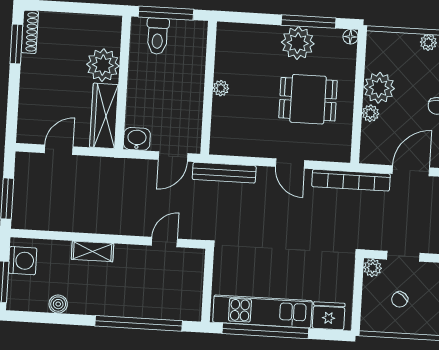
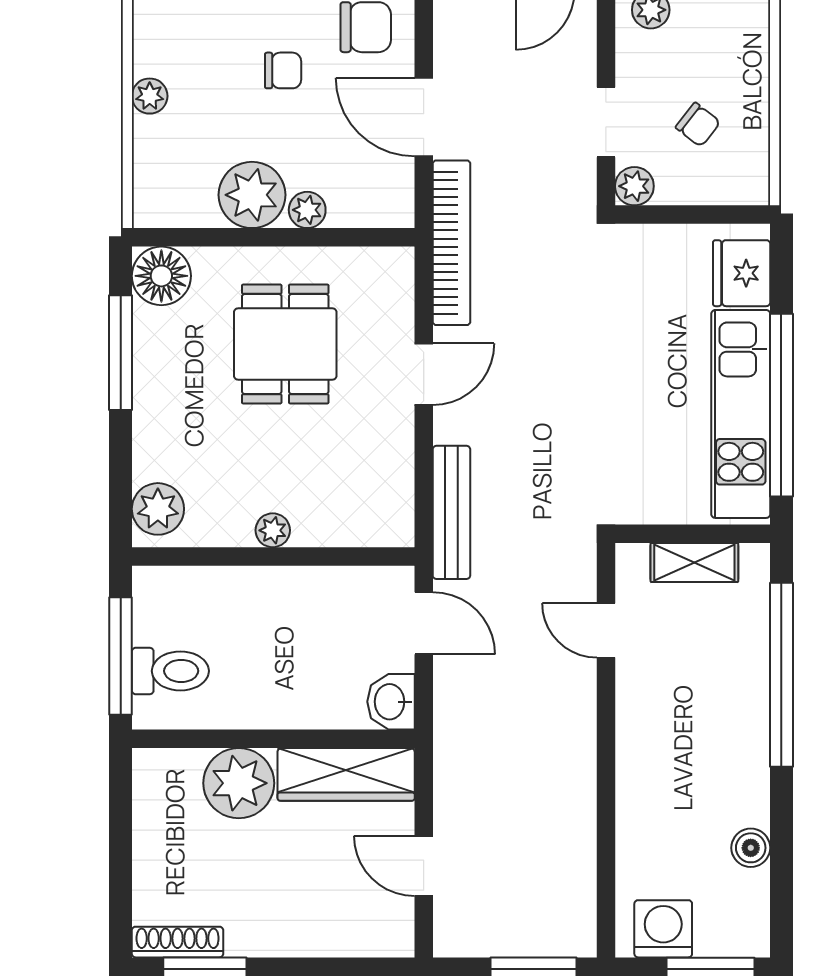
floor lamp: (350, 37) -> (161, 276), width x1.89, depth x1.89
plant: (298, 43) -> (158, 509), moved, width x0.73, depth x0.73
shelving: (93, 251) -> (694, 562), moved, turned 90

